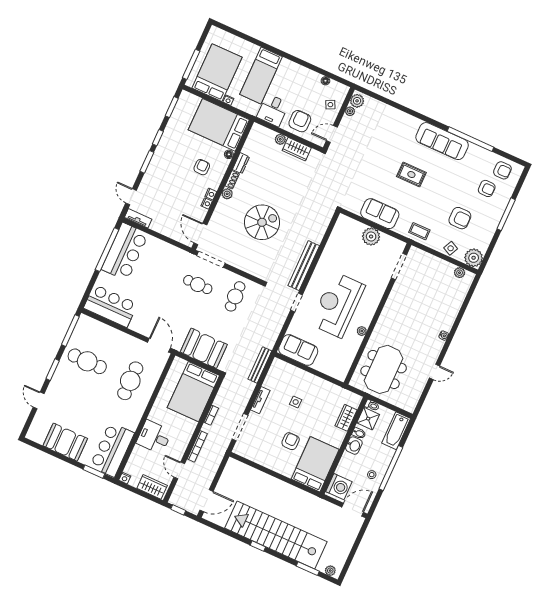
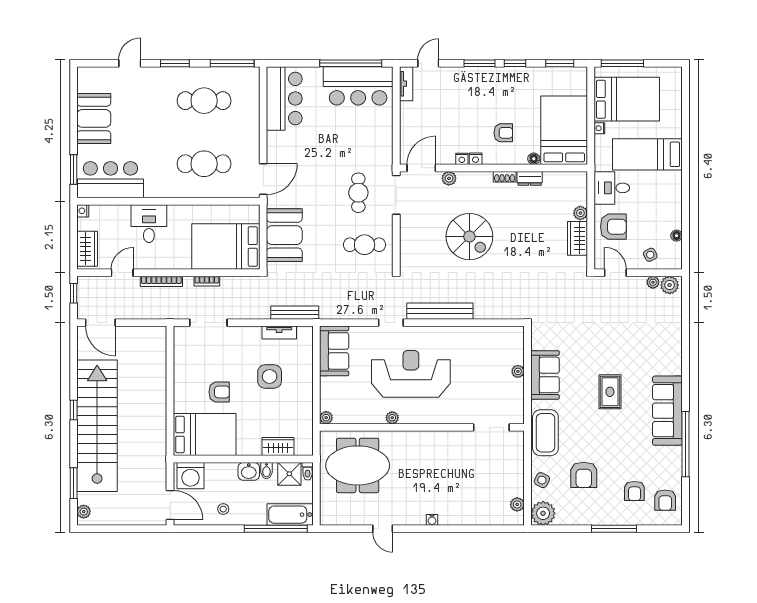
plant: (227, 194) -> (449, 178), moved
coffee table: (419, 231) -> (545, 433), width x1.86, depth x1.72
plant: (371, 236) -> (518, 371), width x0.53, depth x0.53
cafe table: (87, 361) -> (204, 101), turned 90
plant: (341, 376) -> (326, 418), added
tv unit: (260, 400) -> (279, 332), moved
side table: (296, 402) -> (270, 376), width x1.87, depth x1.87
window: (391, 468) -> (276, 529), moved

